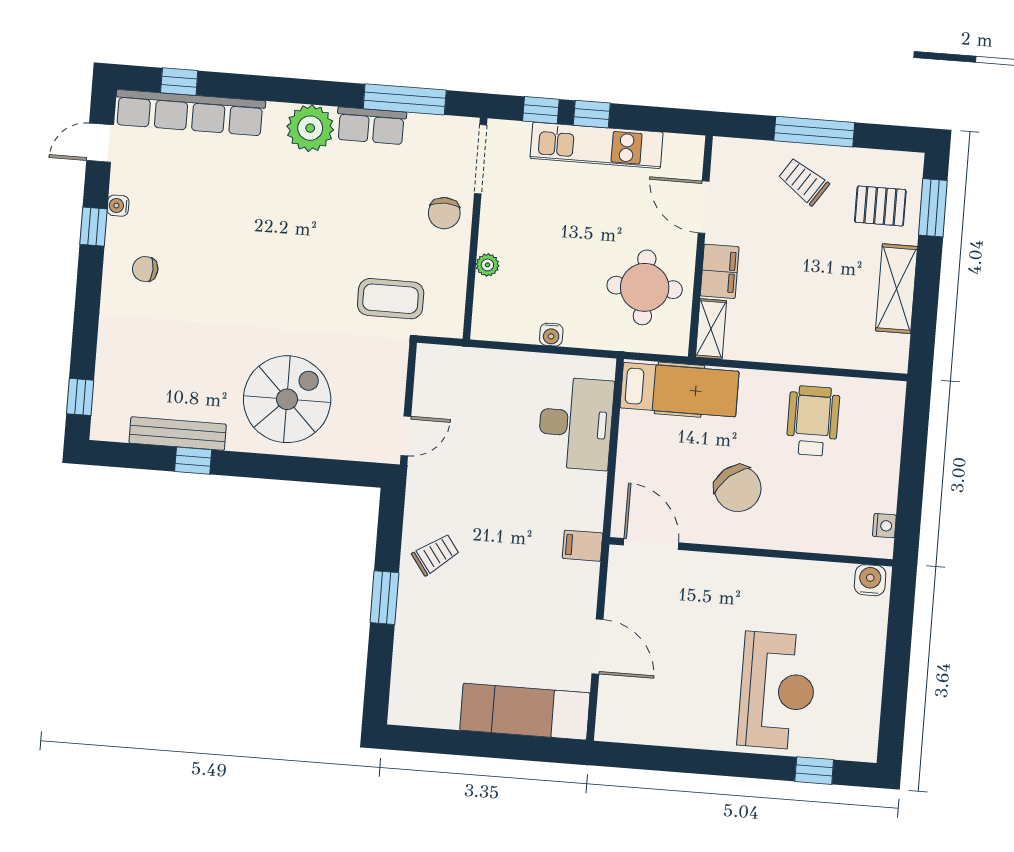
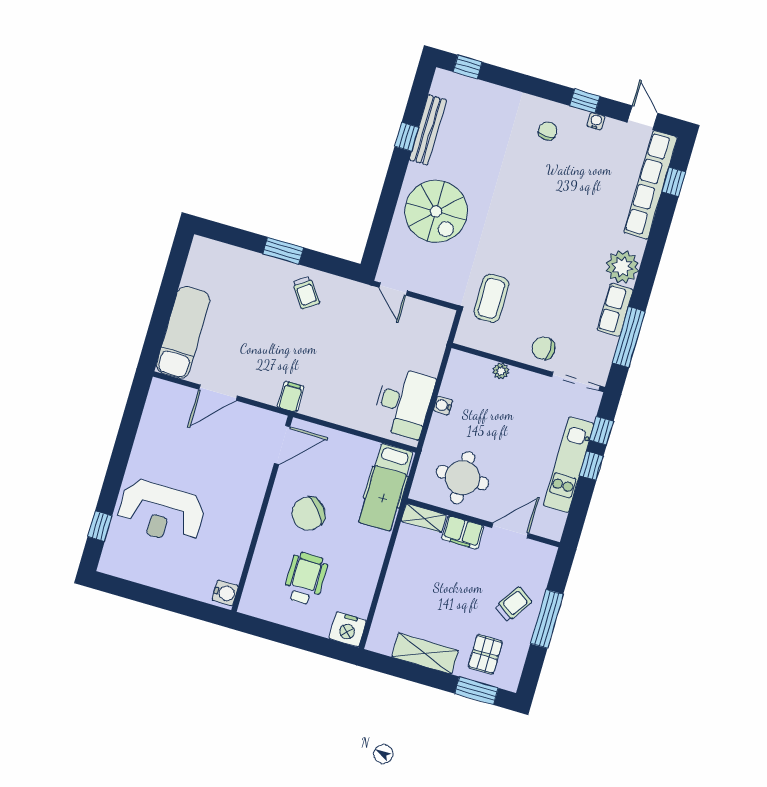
wheelchair: (813, 421) -> (305, 578), moved, turned -90
desk: (576, 423) -> (403, 403), moved, turned -90
nightstand: (884, 526) -> (348, 629), moved, width x1.89, depth x1.79

